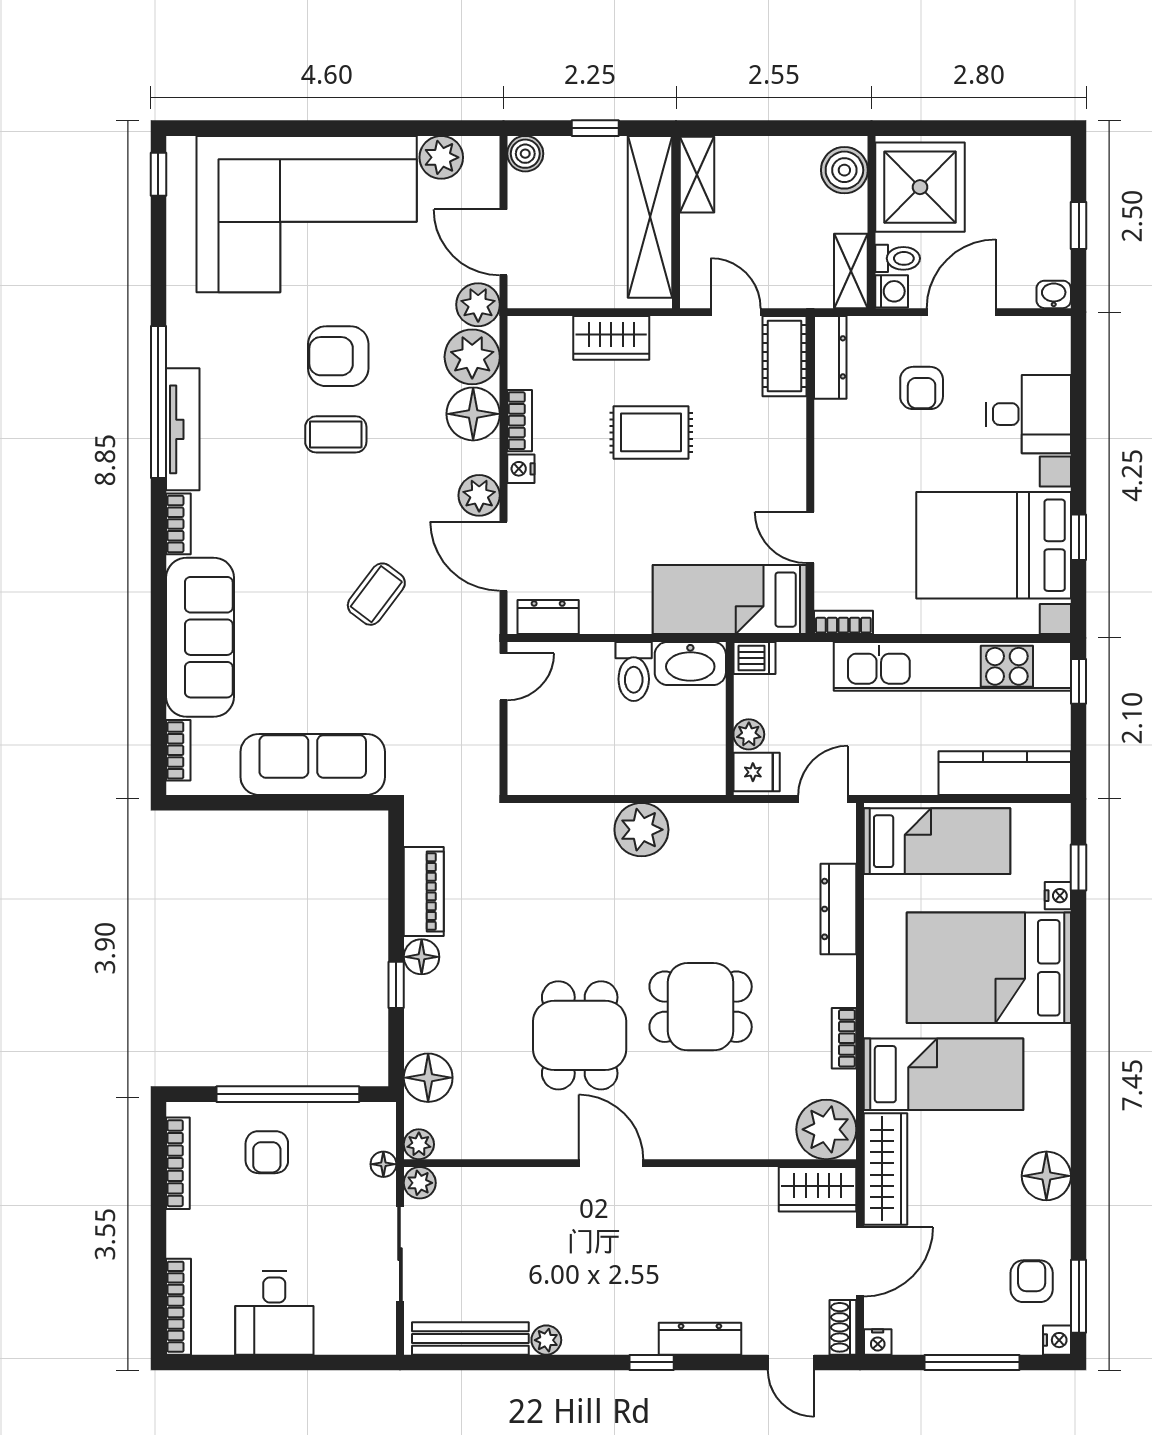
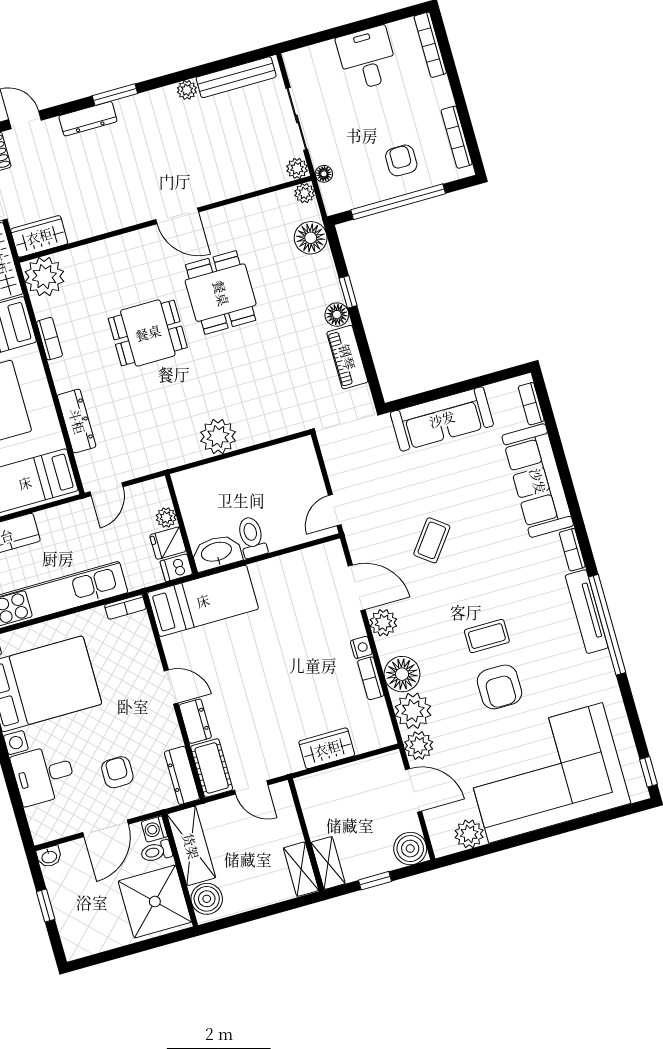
boiler: (525, 154) -> (410, 849), width x1.36, depth x1.36
shelving: (650, 217) -> (328, 863), width x0.45, depth x0.75
shelving: (851, 271) -> (191, 846), width x1.50, depth x1.33
armchair: (338, 356) -> (499, 687), turned 90
rug: (651, 432) -> (284, 694), removed
door: (810, 538) -> (171, 687), moved
dresser: (548, 617) -> (195, 721), moved, turned -90
fridge: (757, 772) -> (168, 543), moved
window: (652, 1362) -> (115, 95), width x1.50

